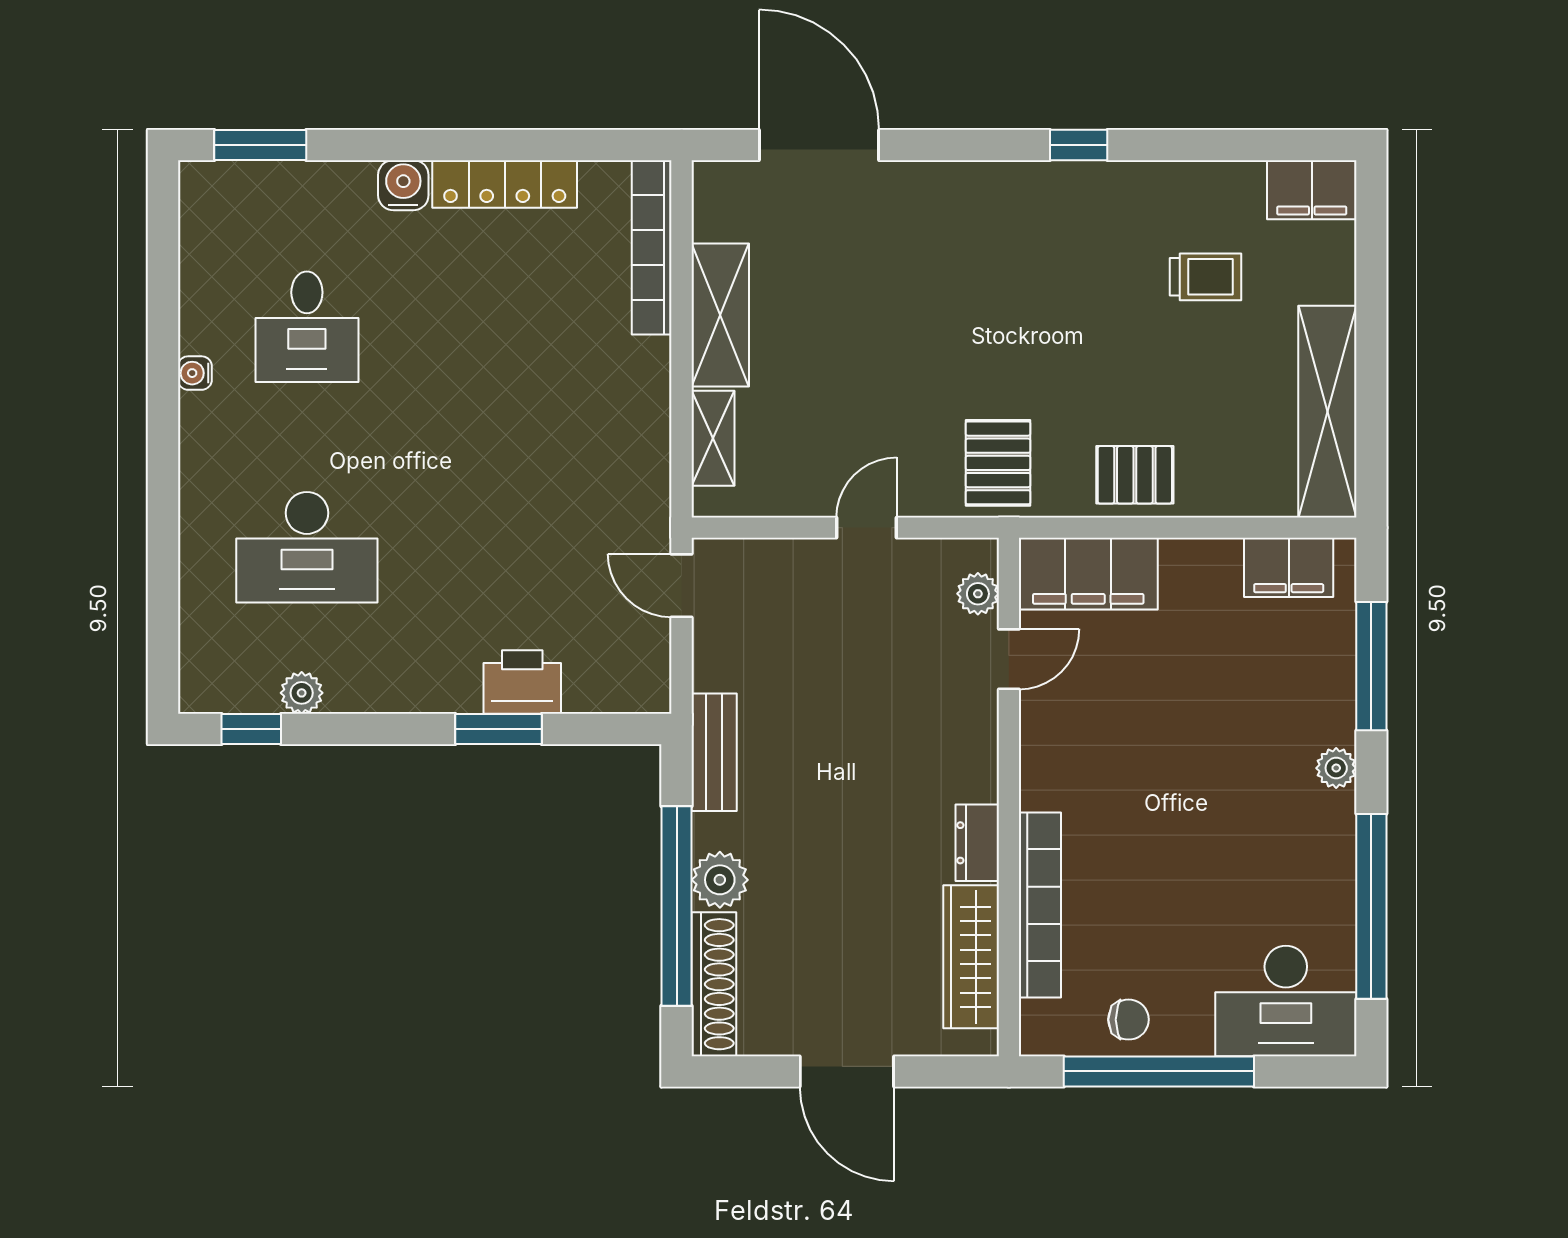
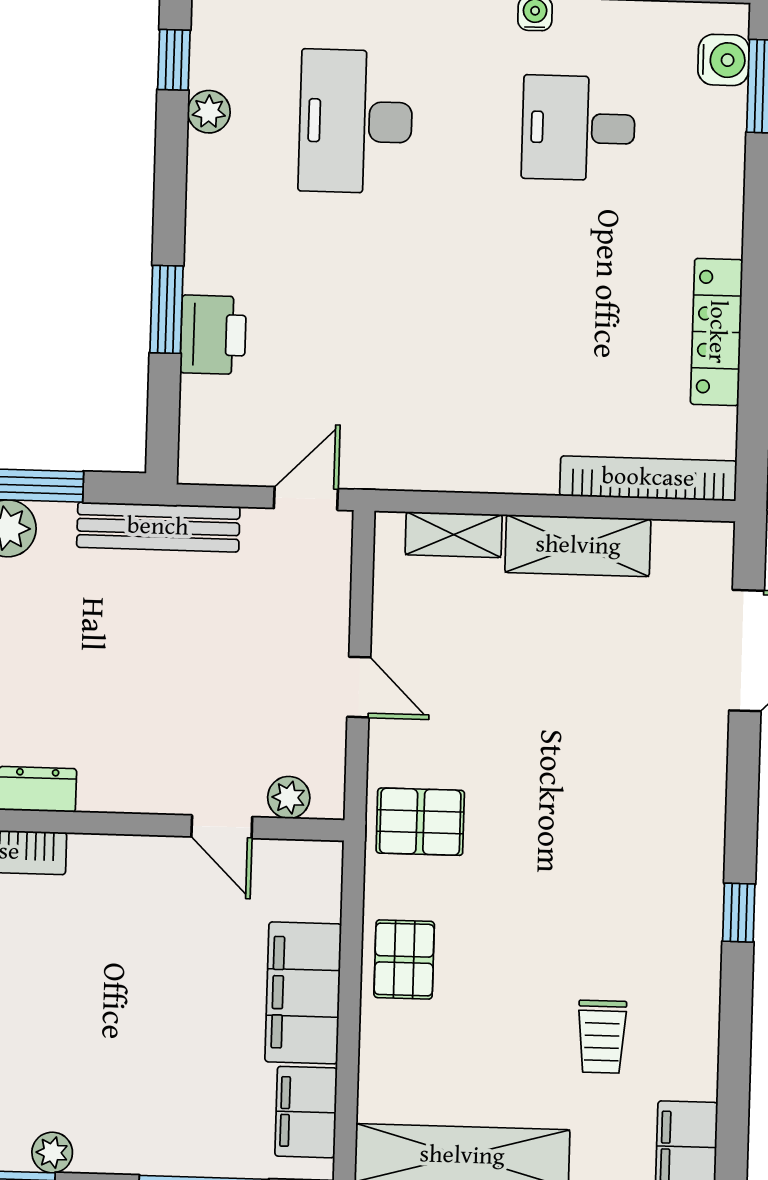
water cooler: (403, 185) -> (724, 60), moved
filing cabinet: (1088, 574) -> (303, 993), moved
bench: (714, 752) -> (158, 527), width x1.36
plant: (1336, 768) -> (52, 1152), moved

